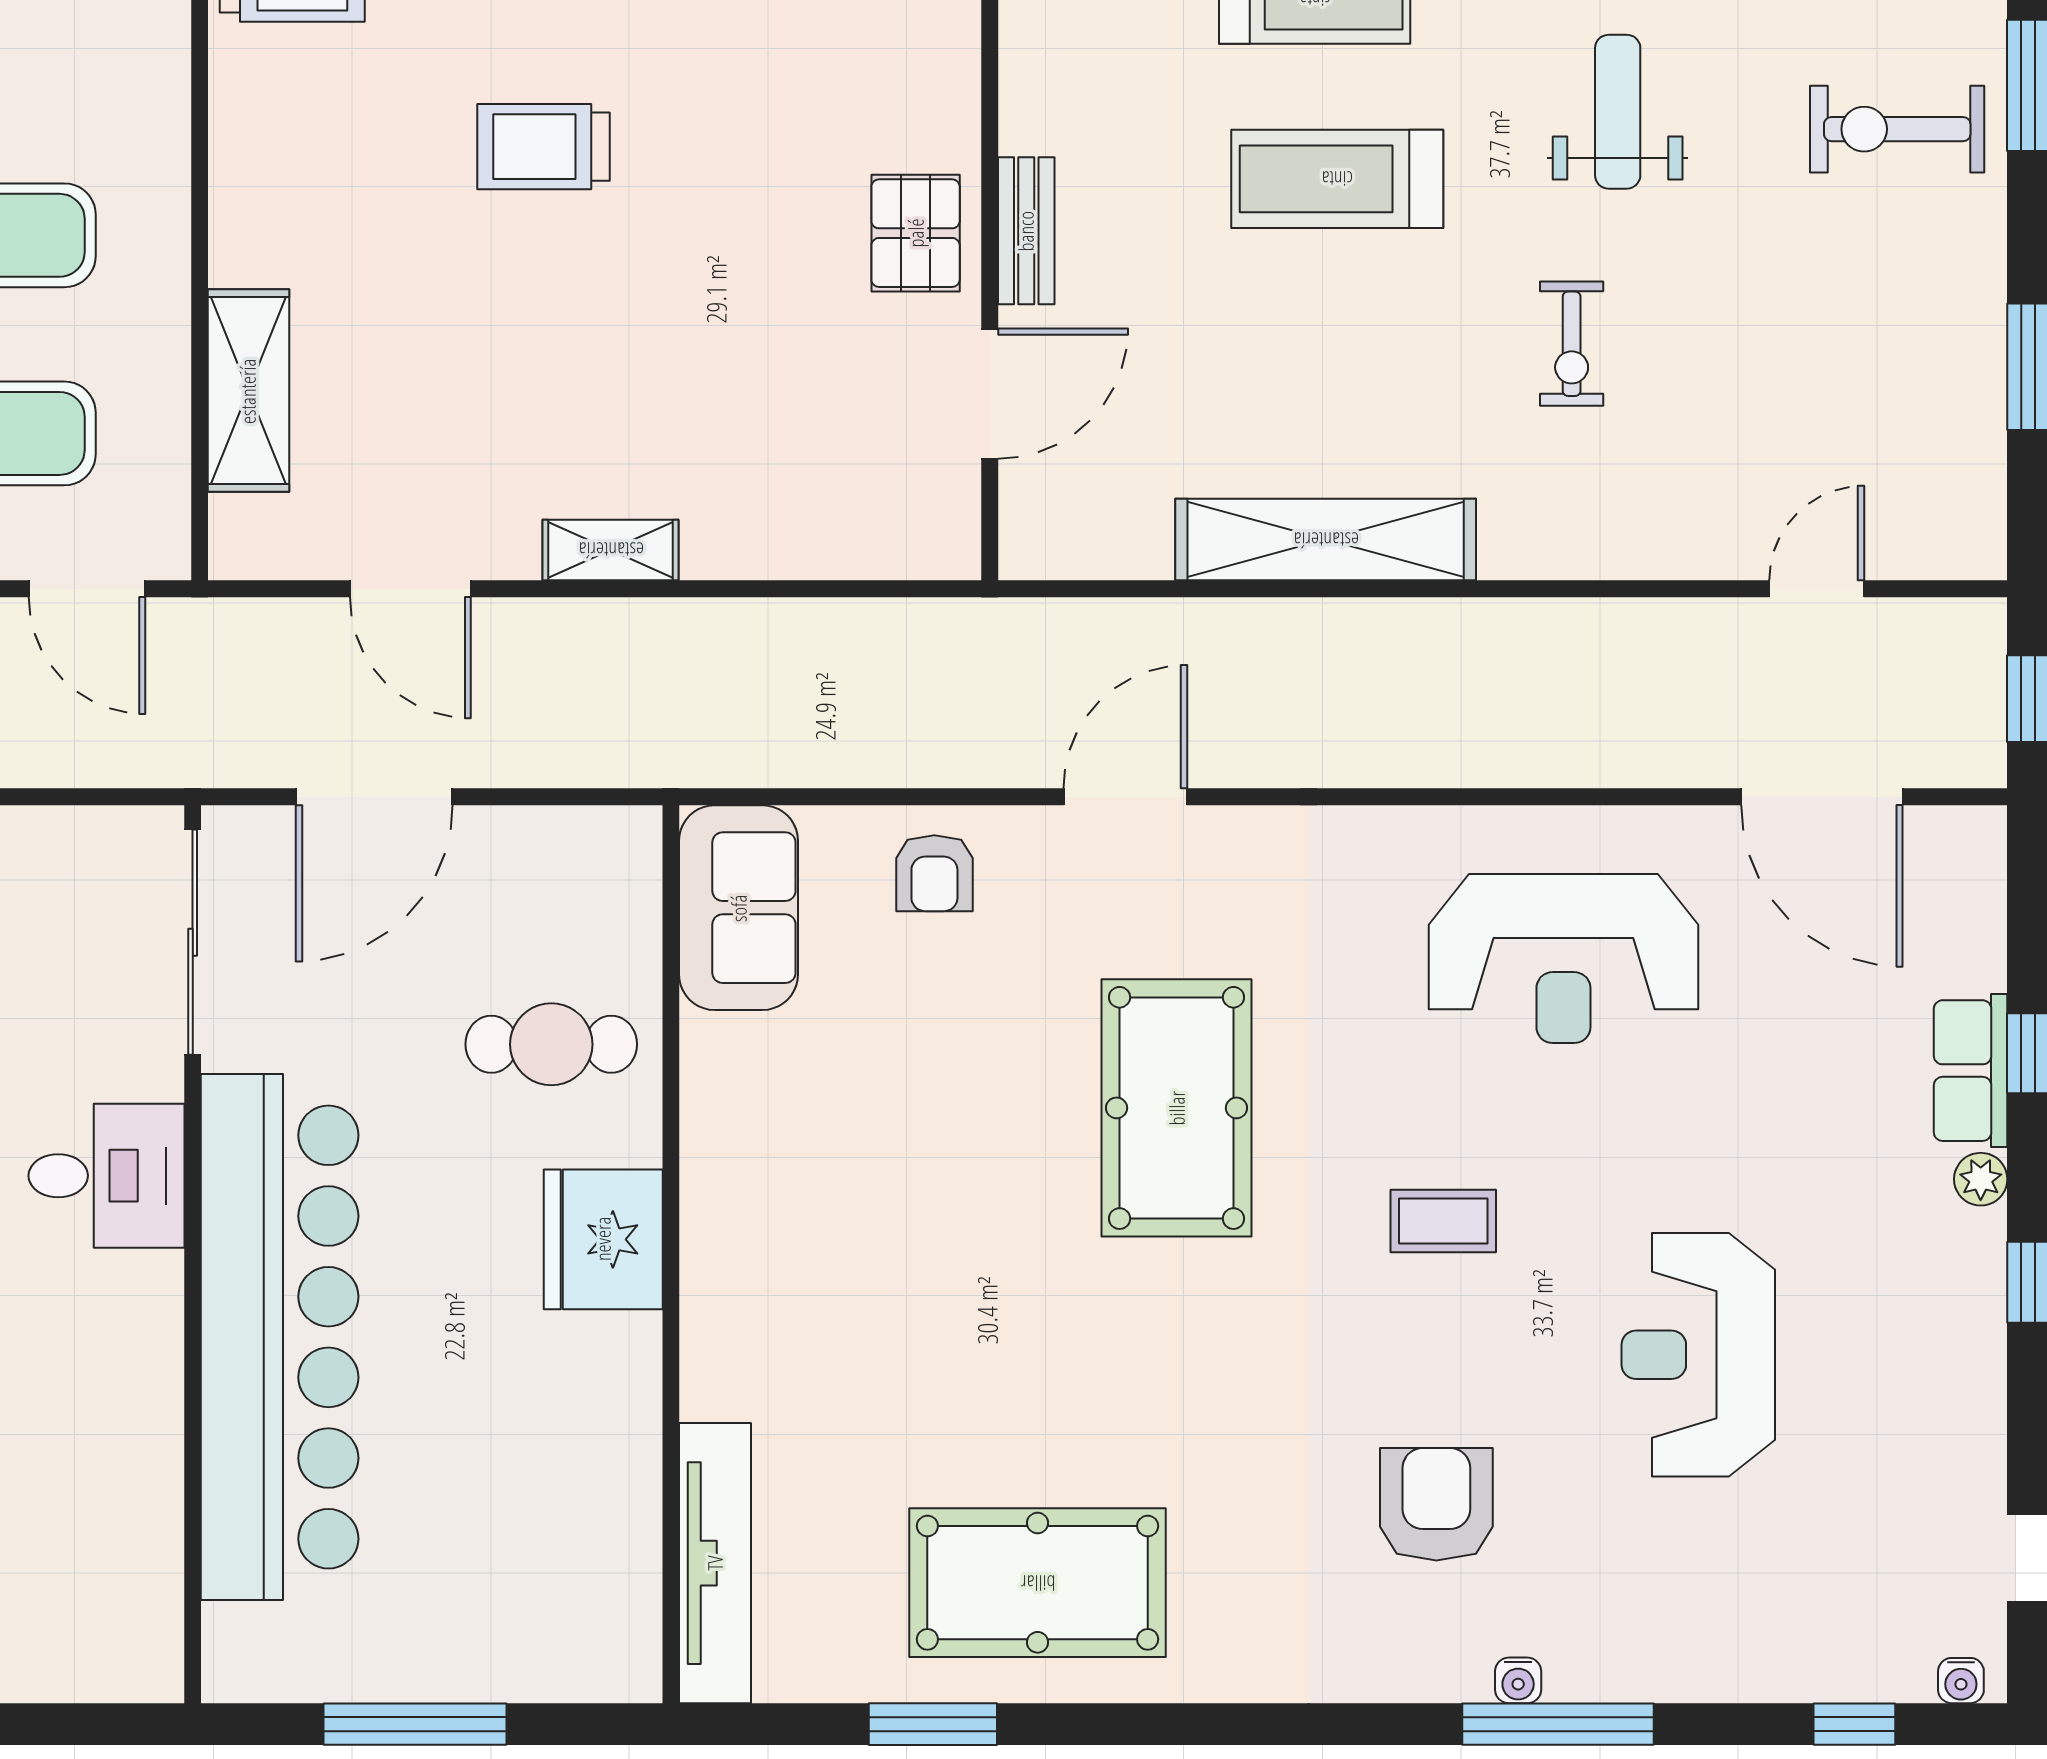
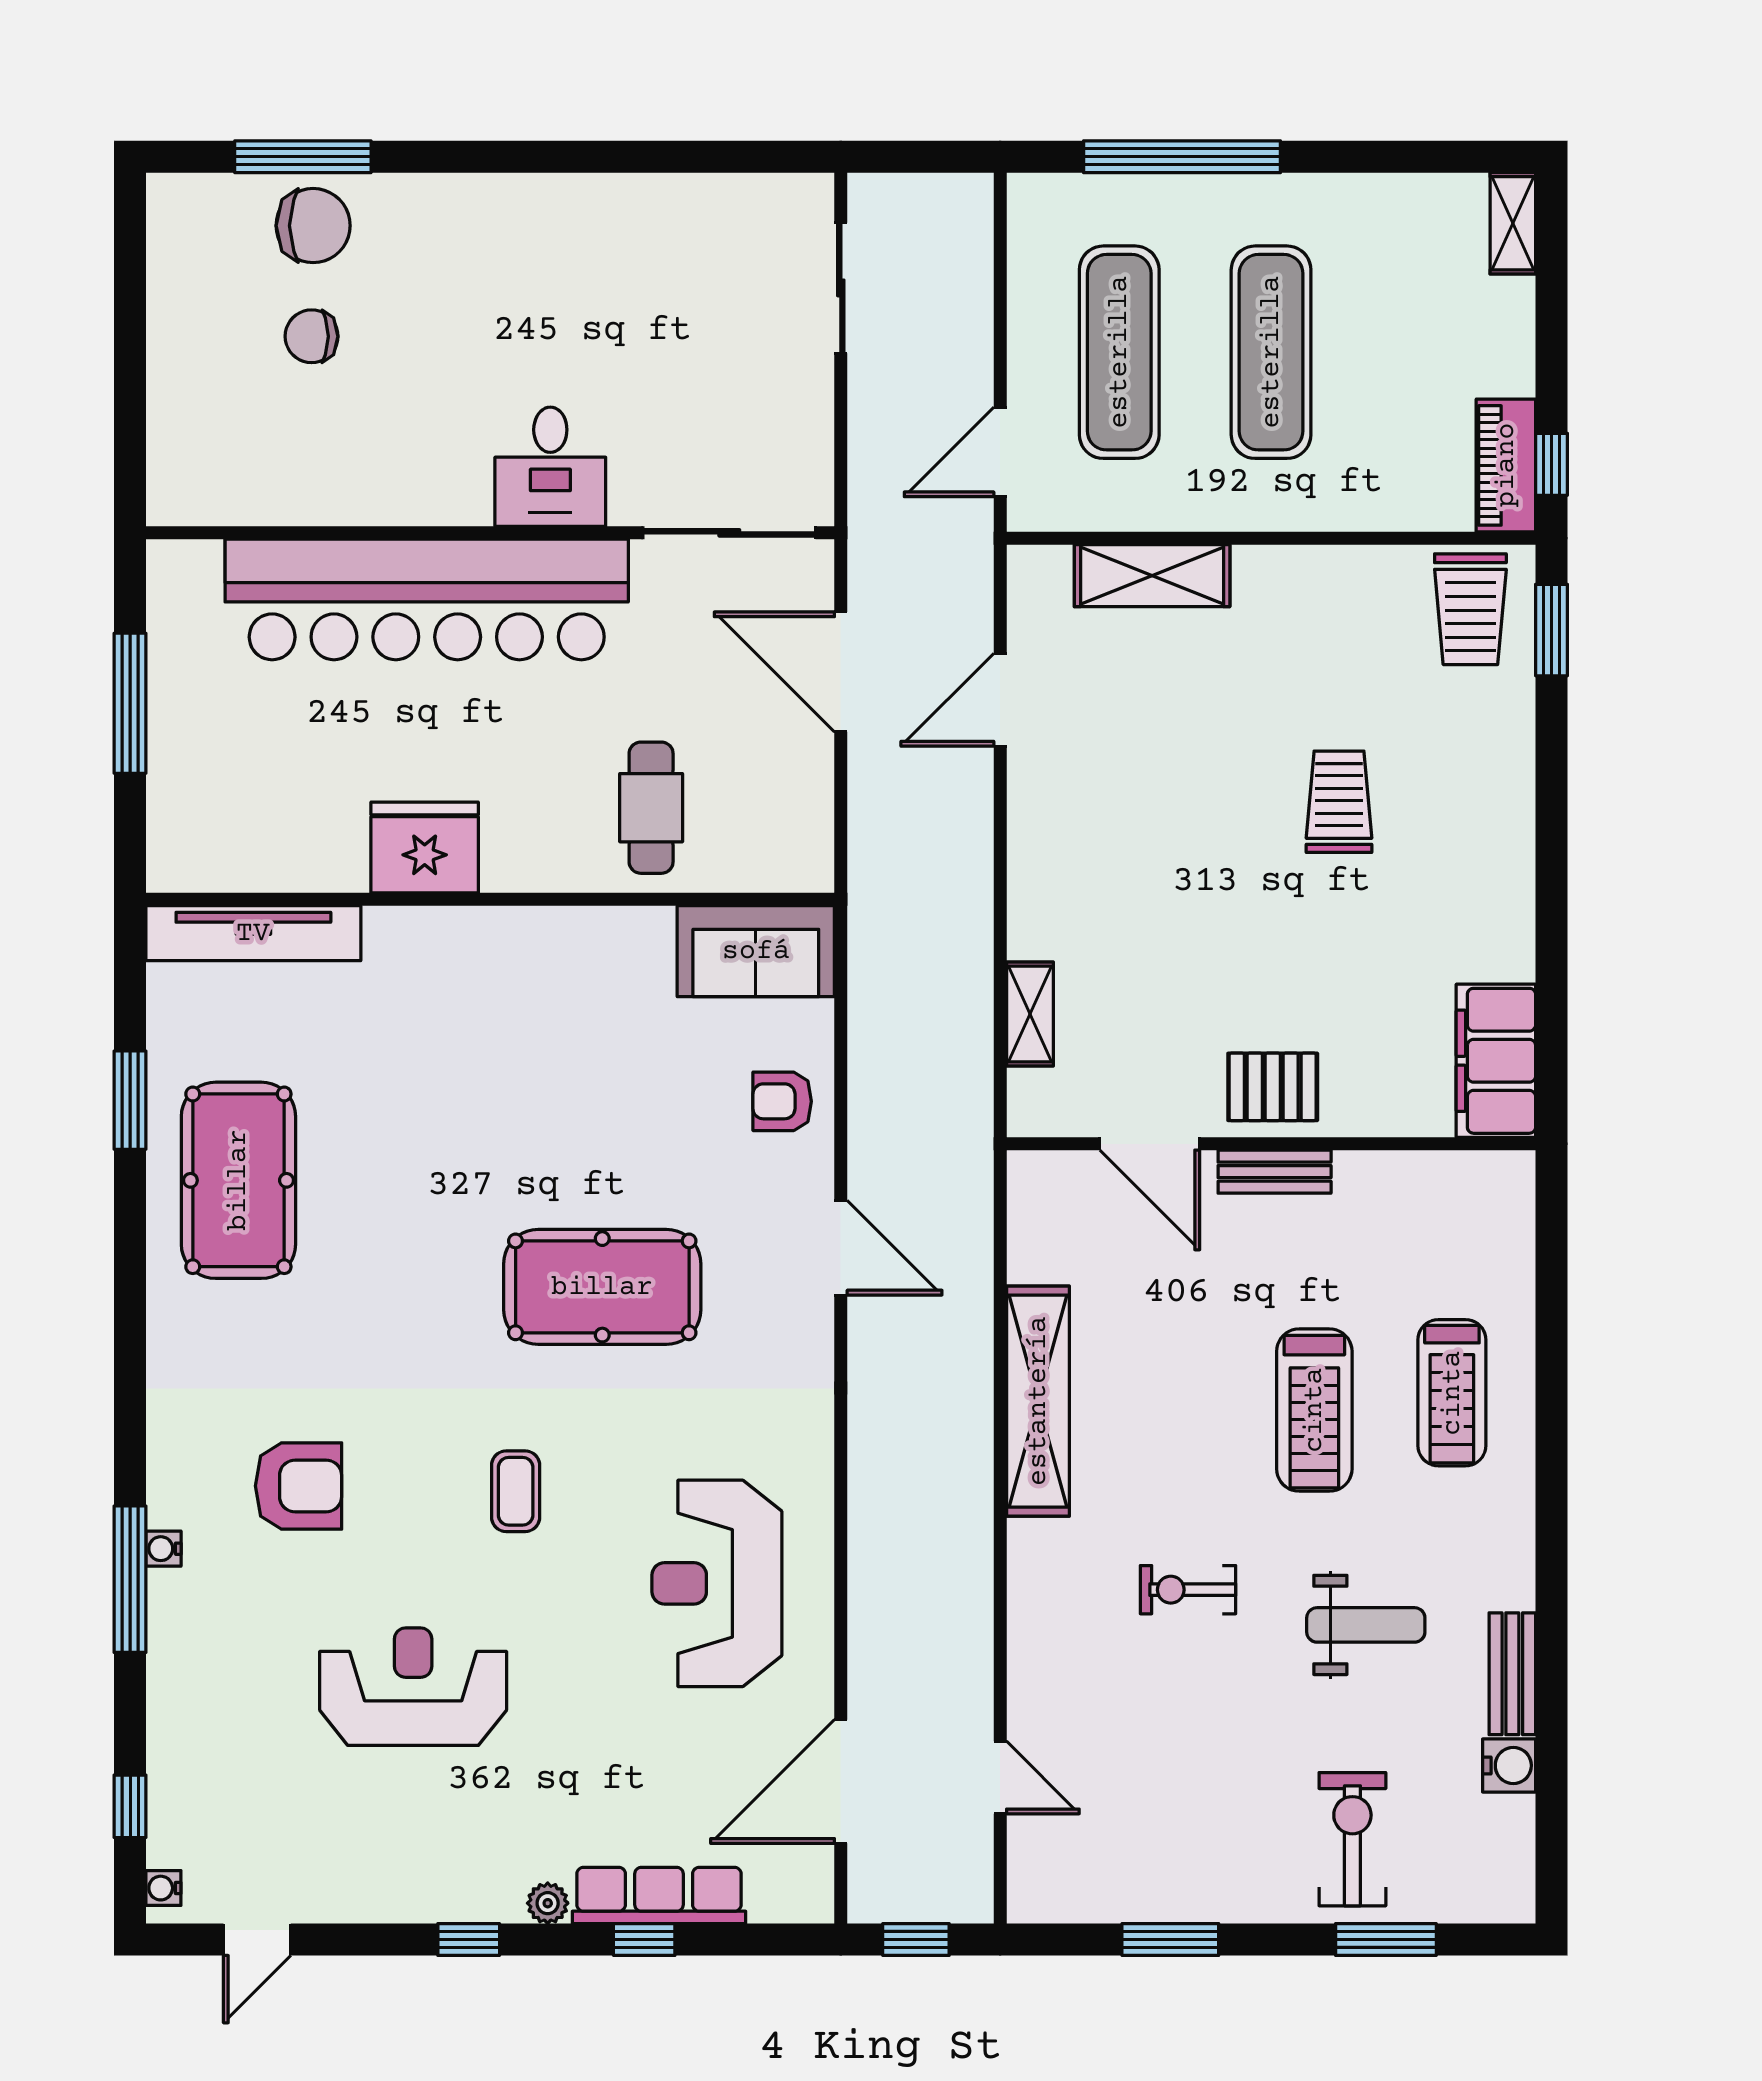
treadmill: (1337, 179) -> (1314, 1410), turned 180
shelving: (611, 550) -> (1030, 1014), moved
row of seats: (1971, 1071) -> (659, 1895), width x1.48
fridge: (603, 1239) -> (425, 848), moved

